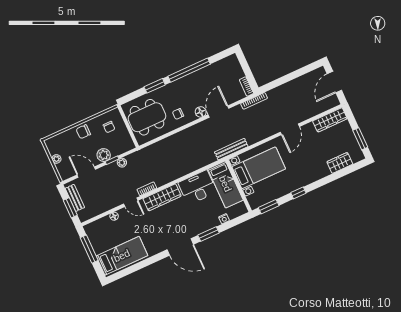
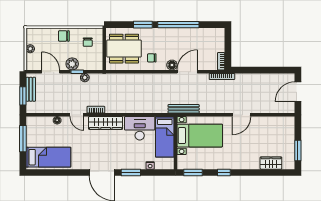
wardrobe: (330, 120) -> (279, 122), removed

